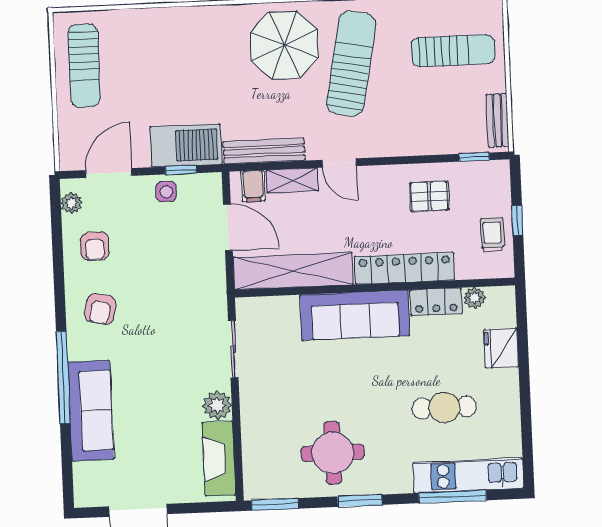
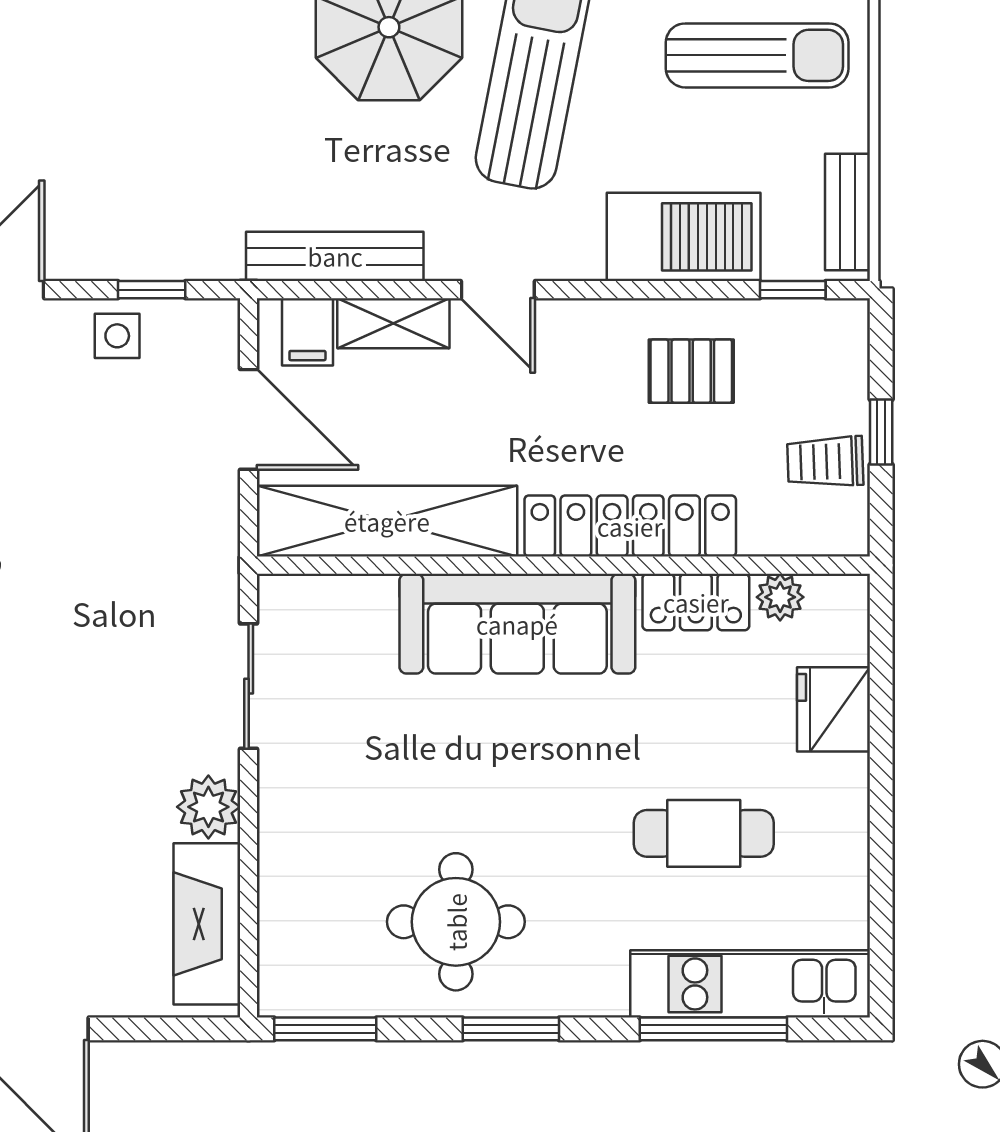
barbecue: (186, 145) -> (684, 237), moved
trolley: (492, 235) -> (825, 462), turned -92

